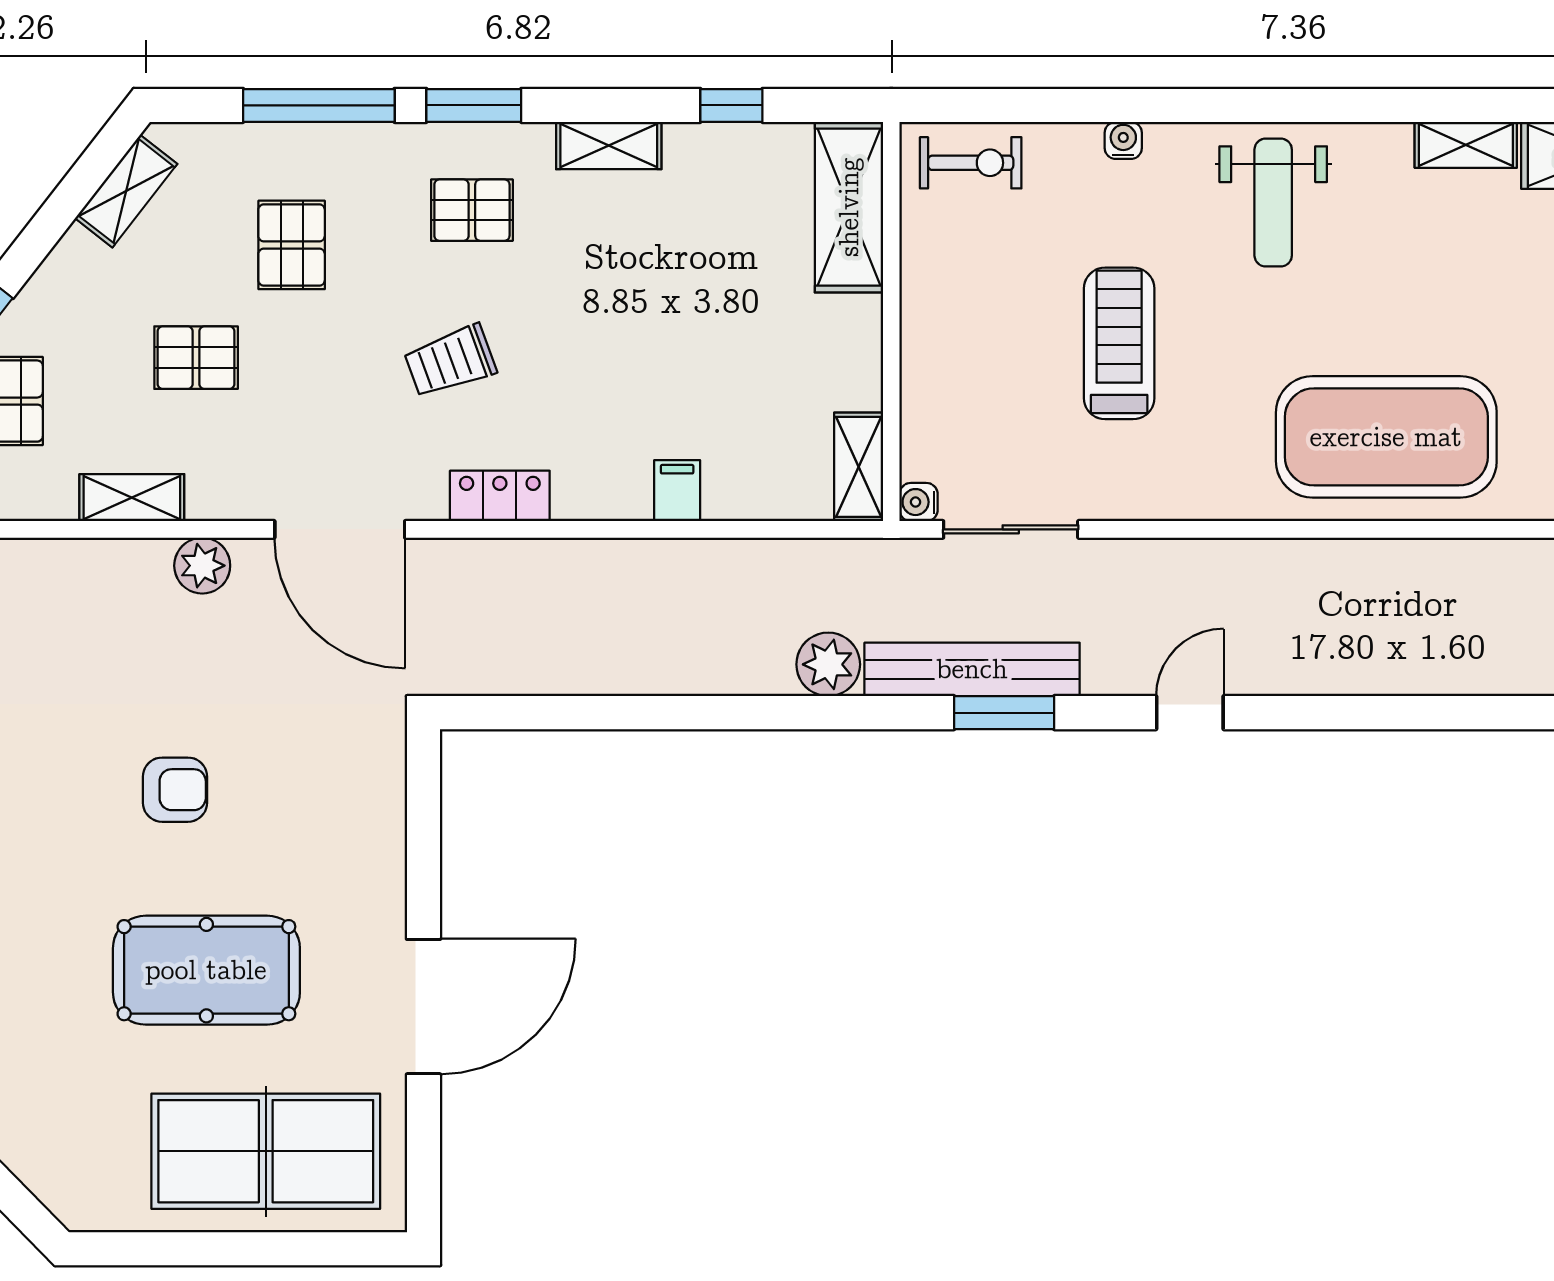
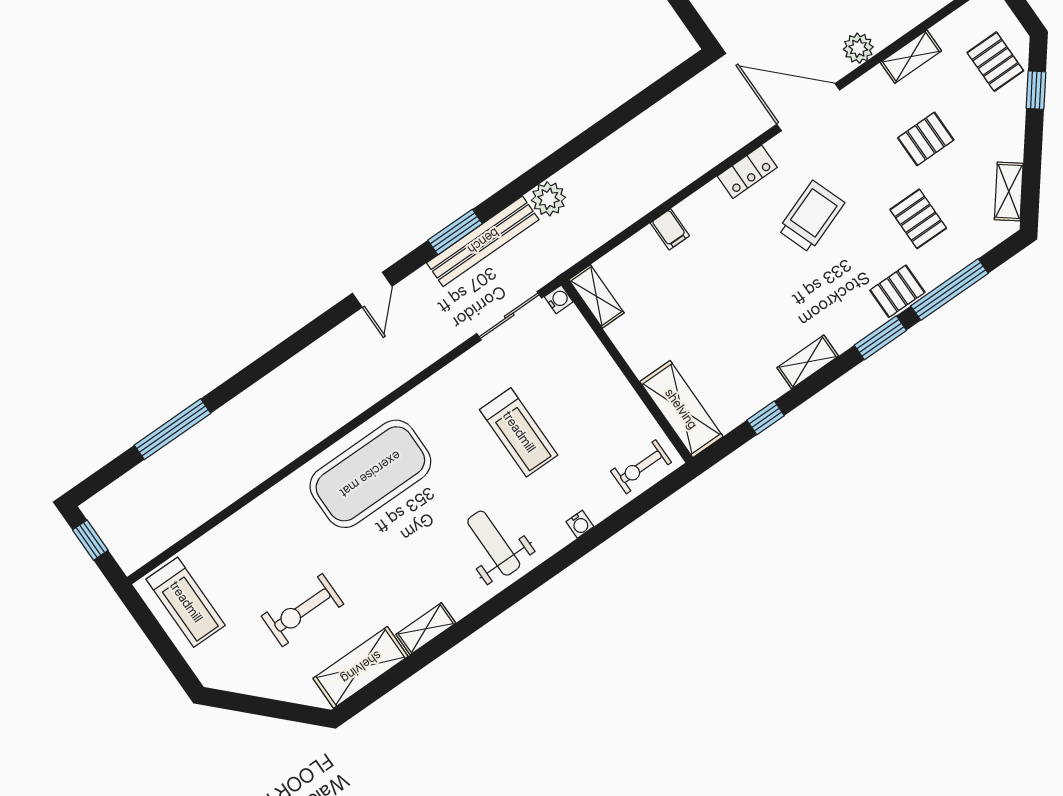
pallet: (472, 210) -> (897, 291), moved
trolley: (450, 361) -> (811, 216), width x1.36, depth x1.39

